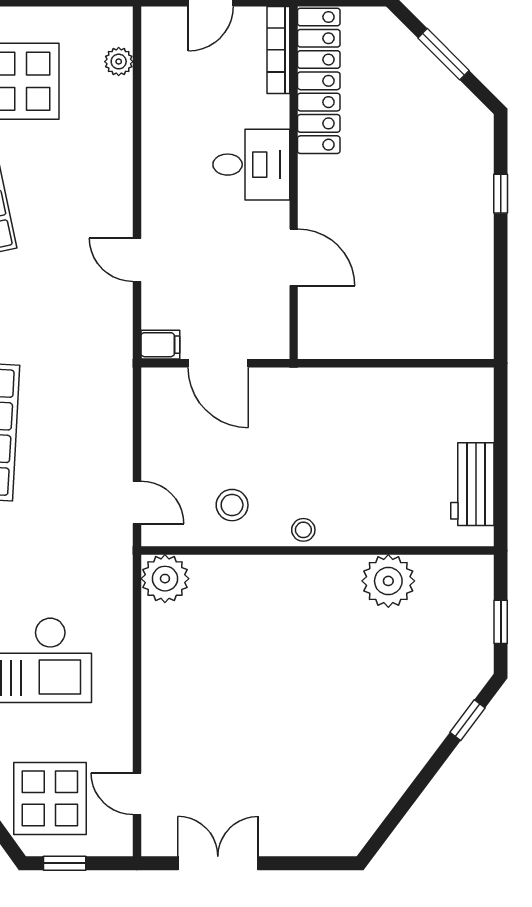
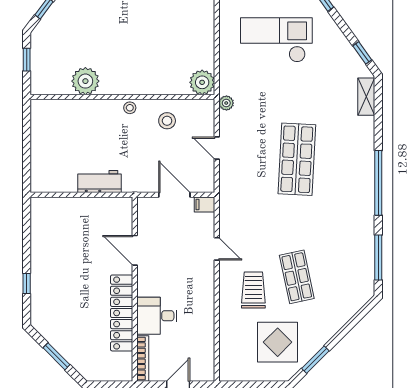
plant: (119, 62) -> (226, 103), moved
locker: (319, 81) -> (122, 313), moved
desk: (251, 165) -> (157, 316), moved
trolley: (67, 181) -> (253, 290), added
workbench: (472, 484) -> (99, 181), moved, turned -90
door: (137, 502) -> (217, 148), moved

